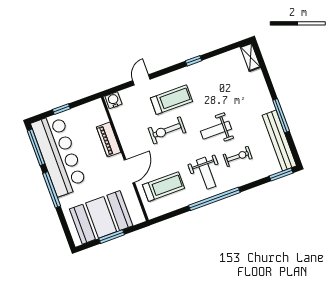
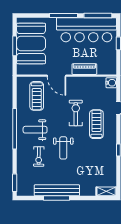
treadmill: (171, 100) -> (96, 124), turned 180
weight bench: (216, 130) -> (63, 148), turned 180
bench: (279, 140) -> (57, 190), moved

